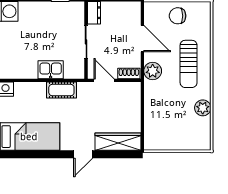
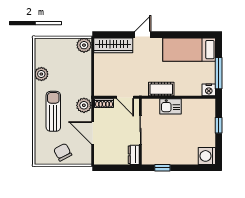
chair: (178, 16) -> (63, 152), turned -118
plant: (152, 142) -> (84, 45), added

